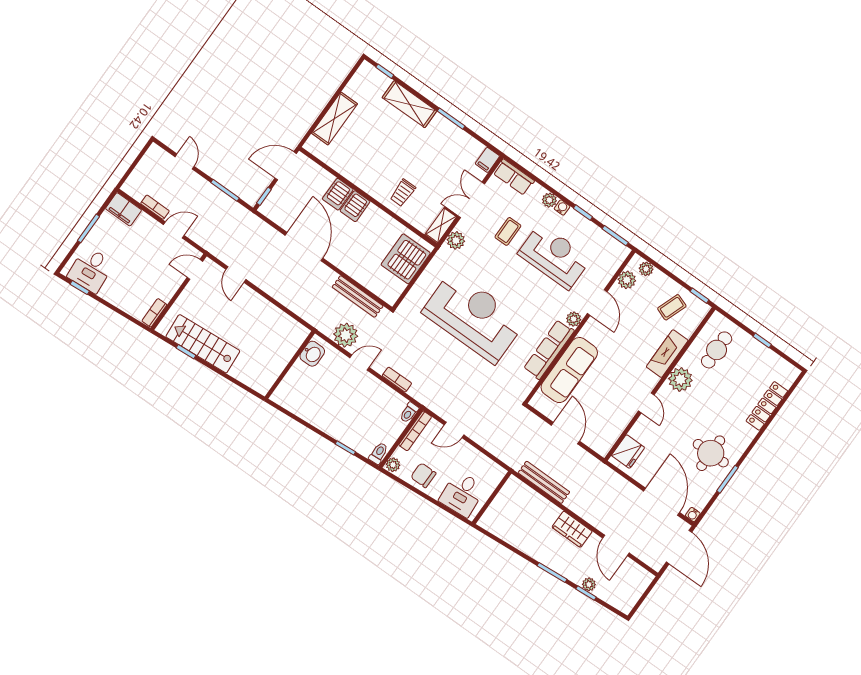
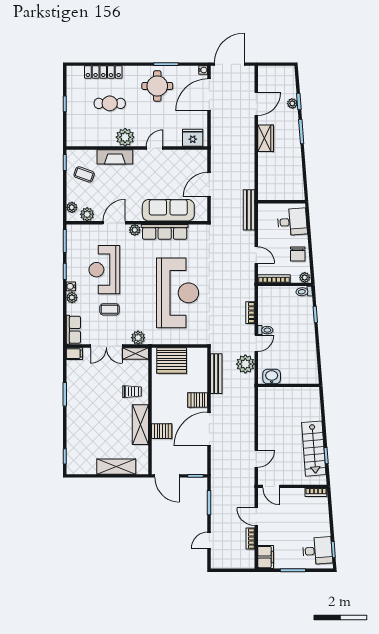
shelving: (409, 104) -> (140, 425), moved
server rack: (355, 206) -> (198, 400), moved, turned 180
reception desk: (474, 317) -> (178, 293), turned 180
cafe table: (717, 350) -> (110, 103), moved
door: (360, 363) -> (256, 343), swing flipped
toilet: (409, 413) -> (265, 330), moved
bench: (544, 482) -> (249, 210), moved

